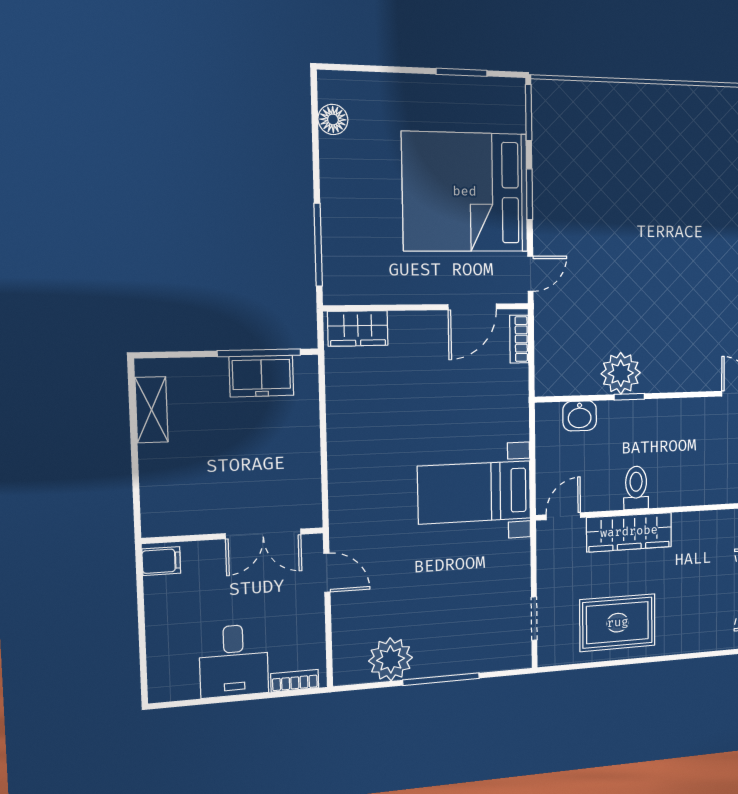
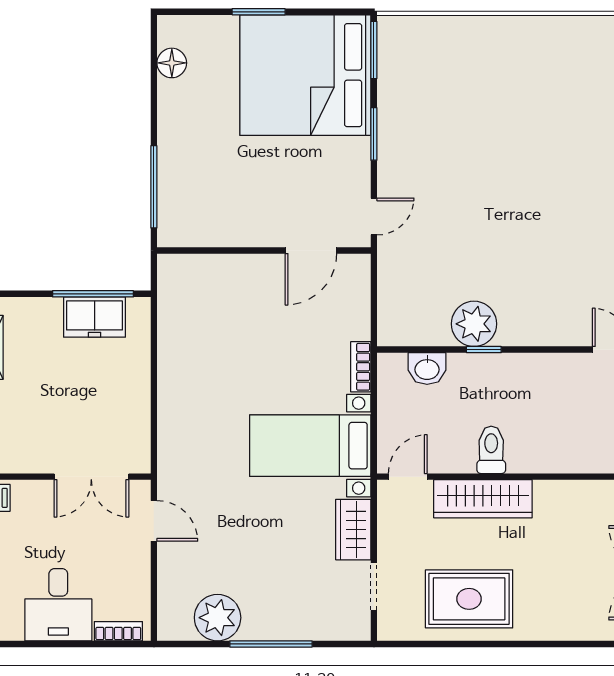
window: (462, 72) -> (259, 12), moved
bed: (465, 192) -> (305, 75), moved
wardrobe: (358, 328) -> (353, 530), moved, turned 90
bookcase: (519, 339) -> (361, 367), moved

